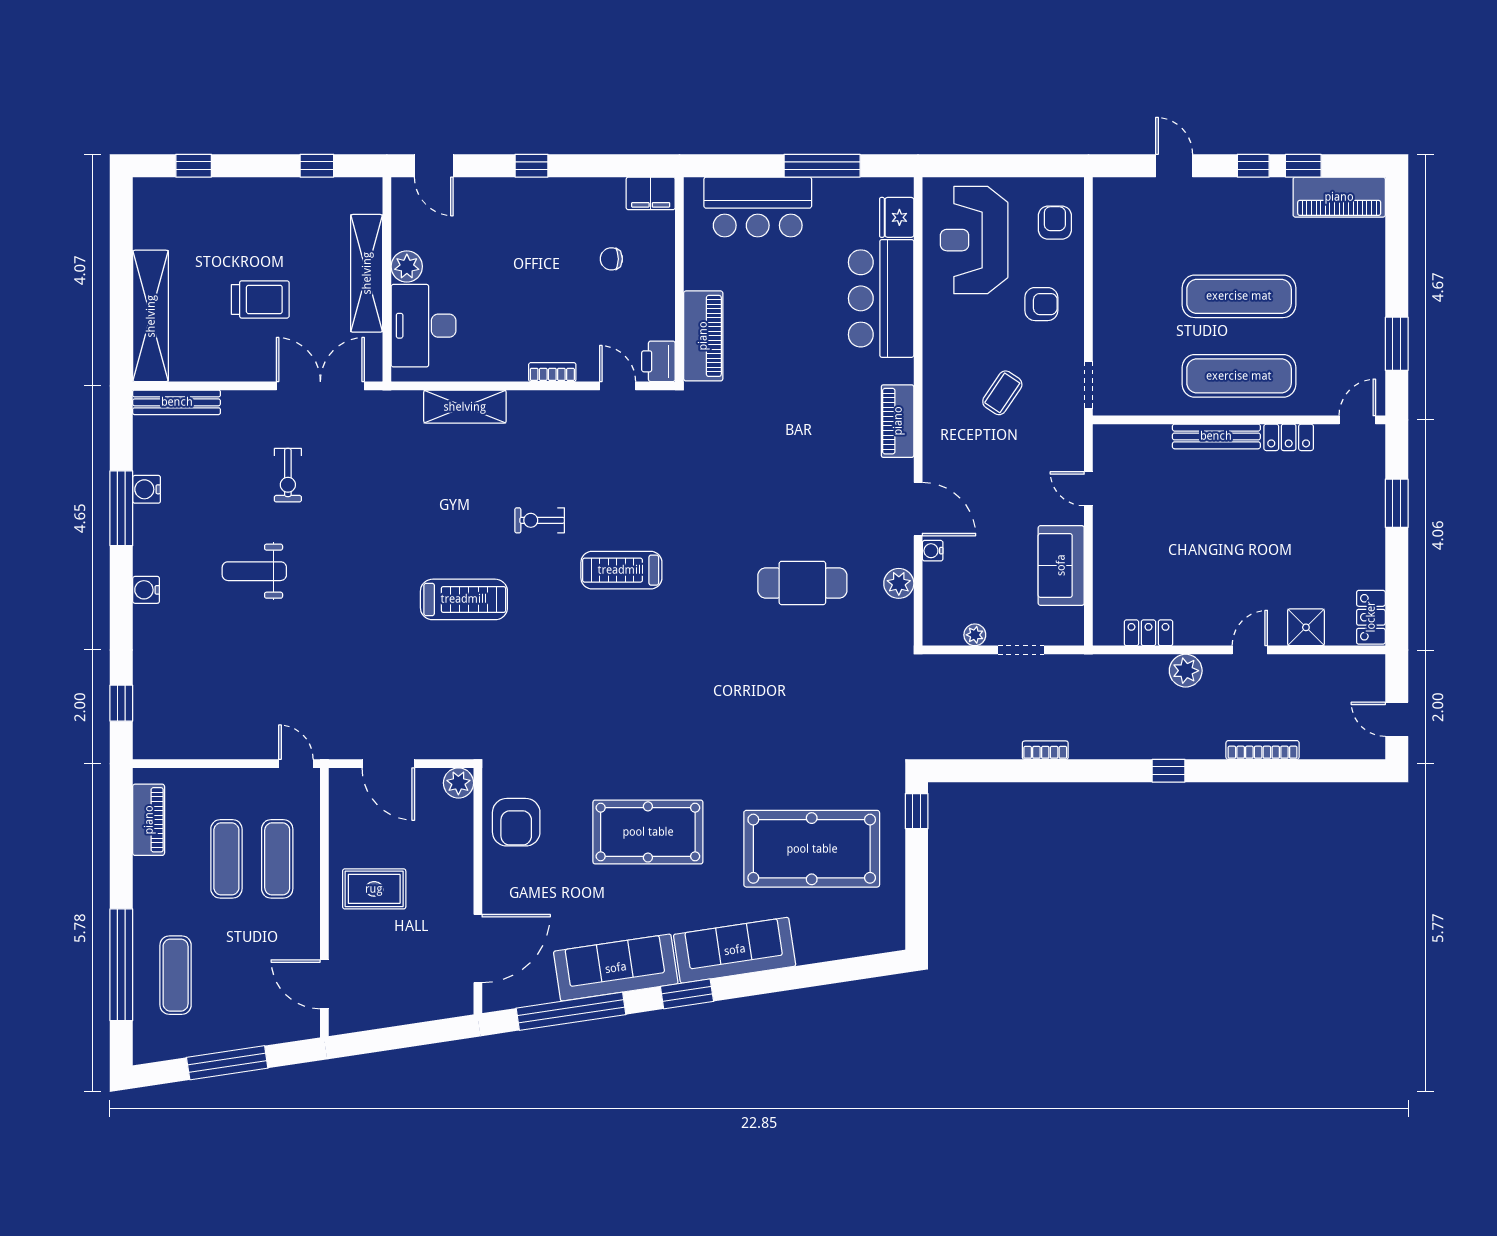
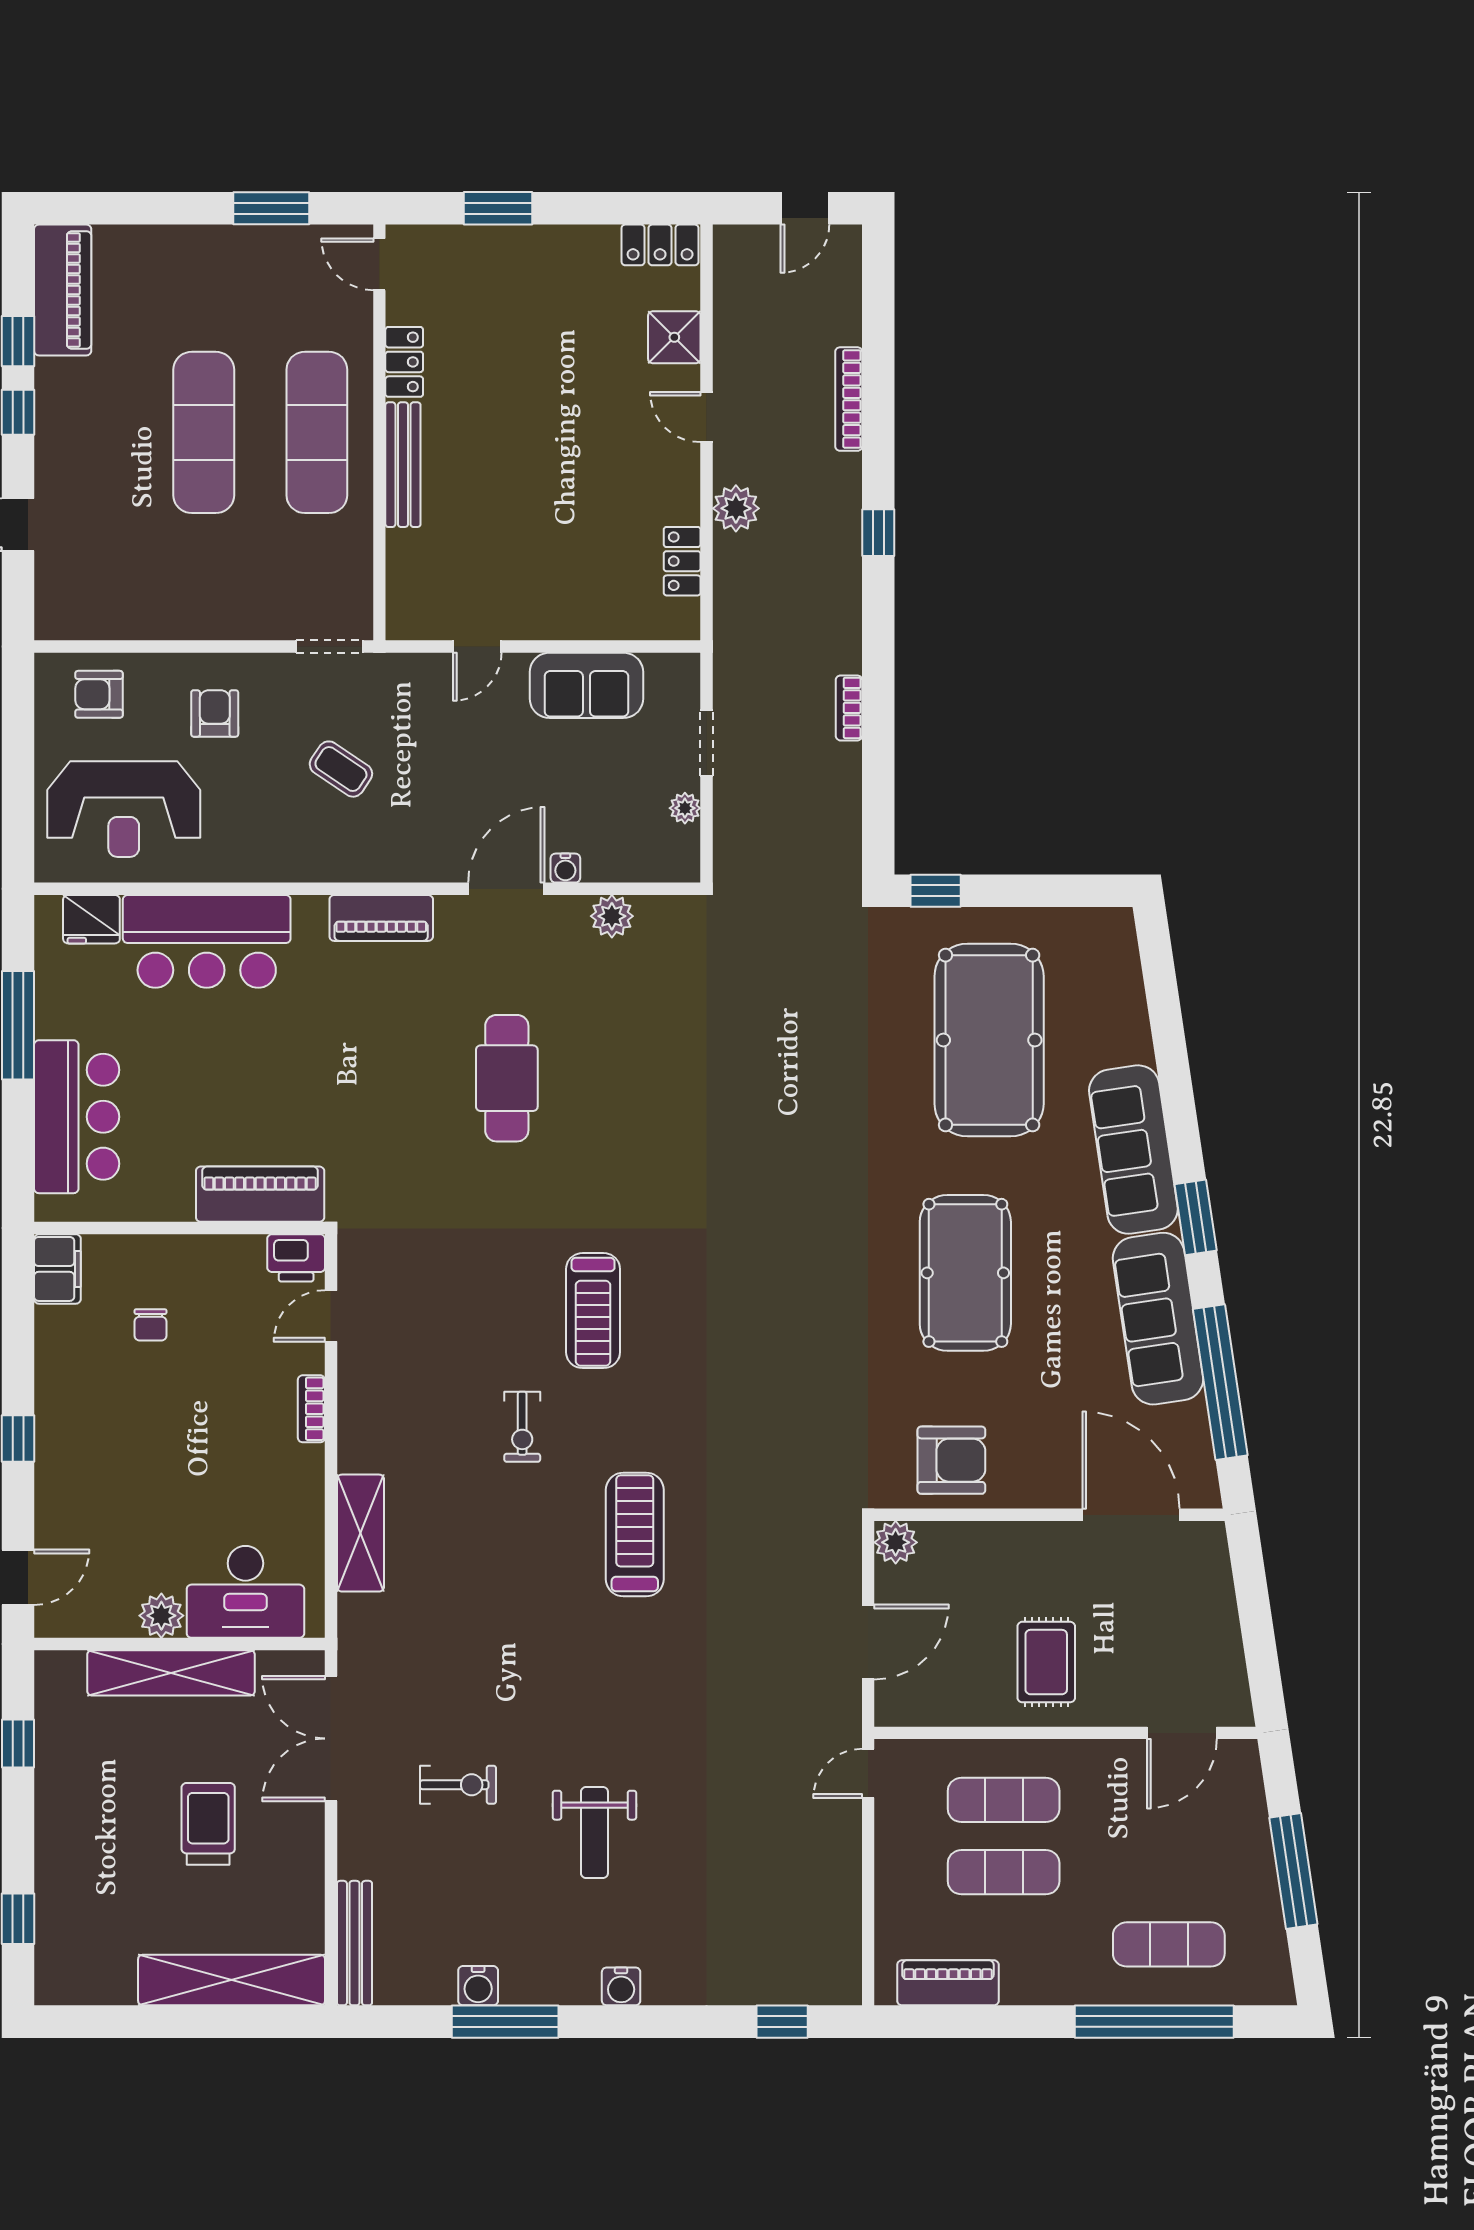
cafe table: (802, 583) -> (507, 1078), moved

